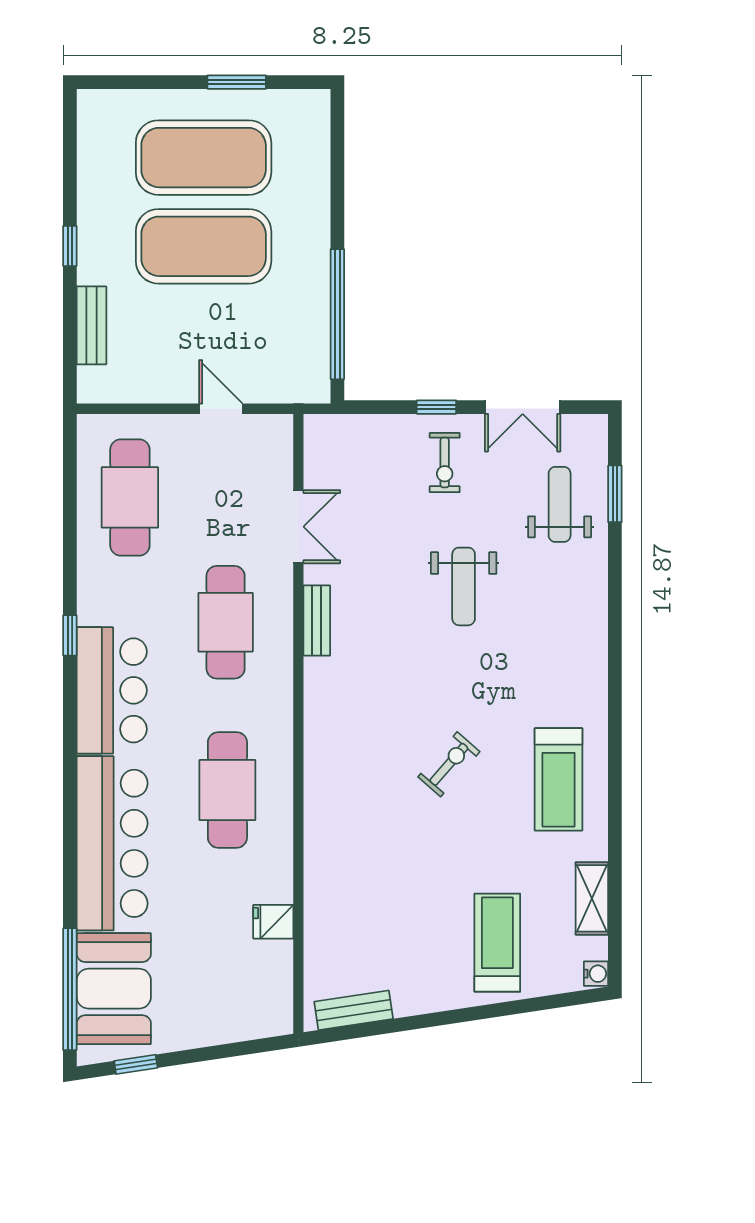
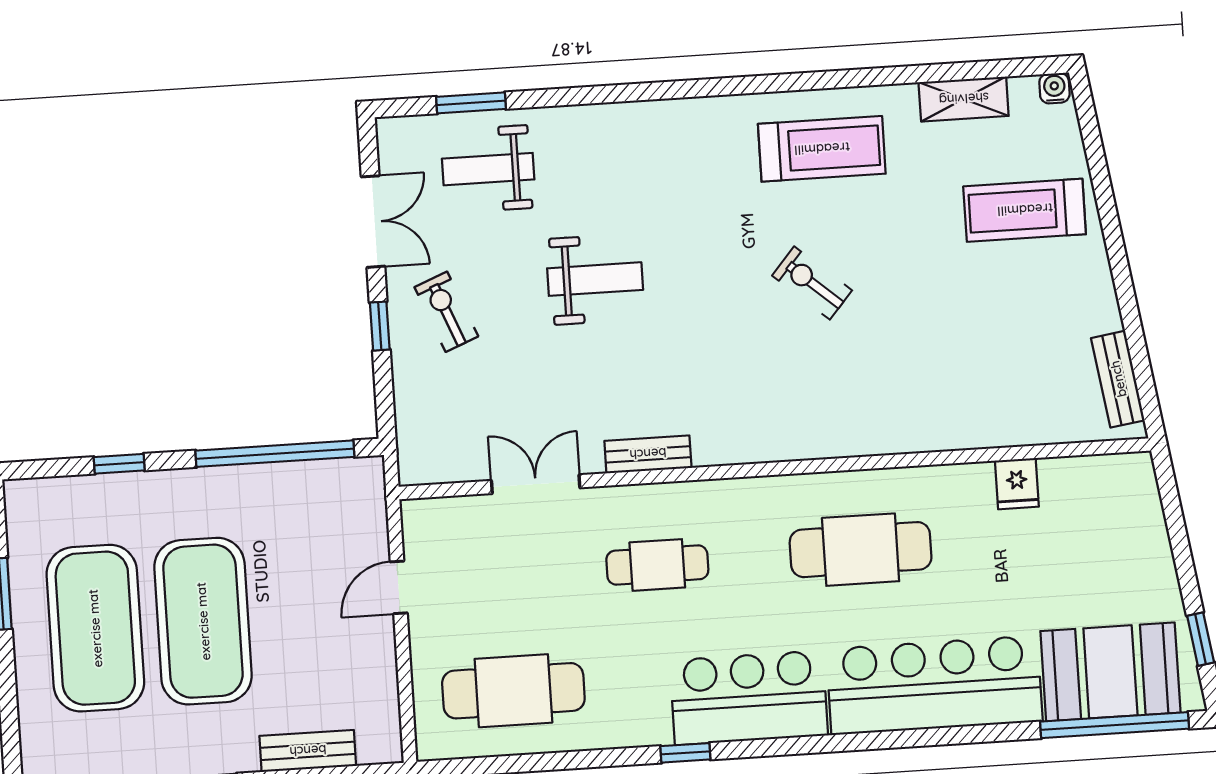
window: (337, 186) -> (119, 464), added
exercise bike: (445, 463) -> (446, 312), turned -112
cafe table: (226, 622) -> (657, 565), width x0.73, depth x0.74

